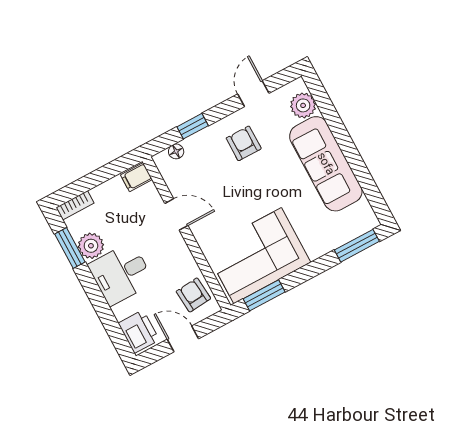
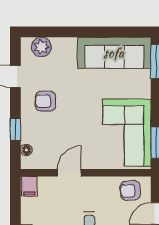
sofa: (326, 164) -> (114, 53), moved

